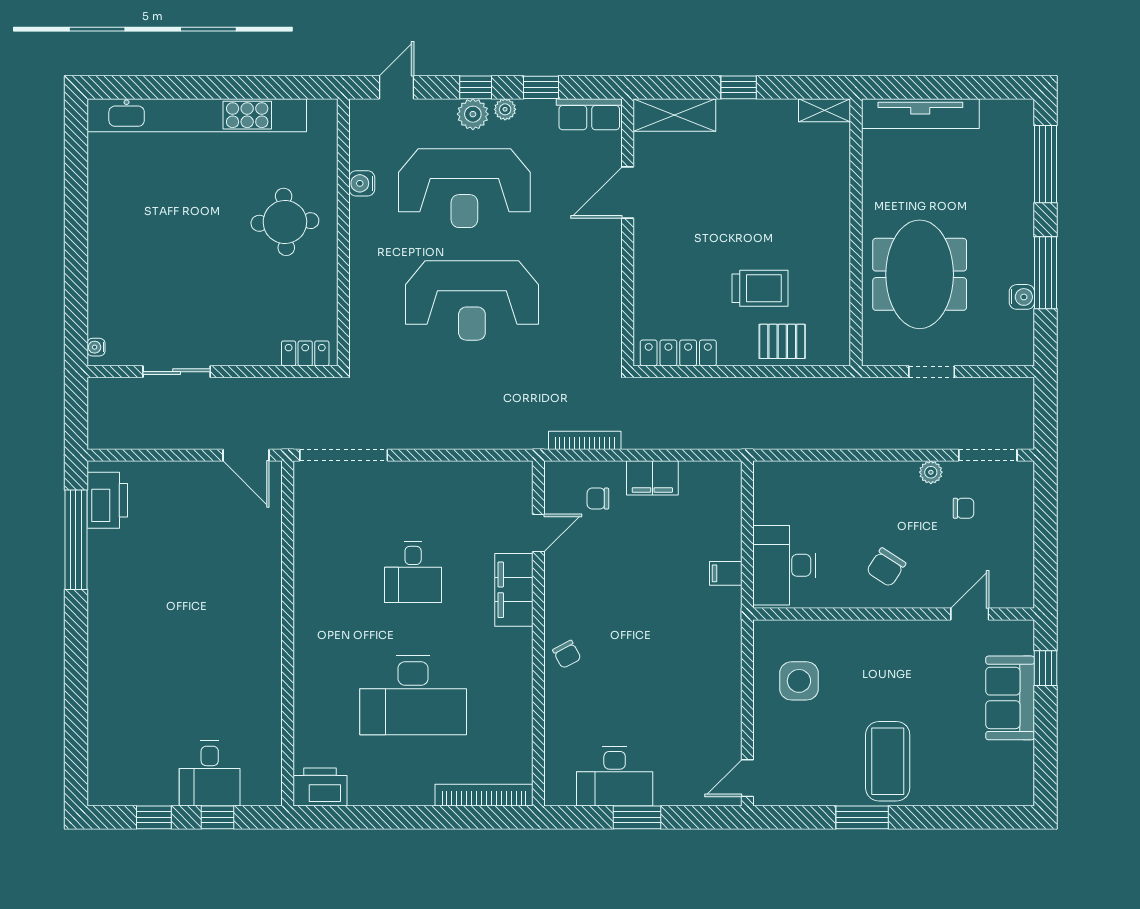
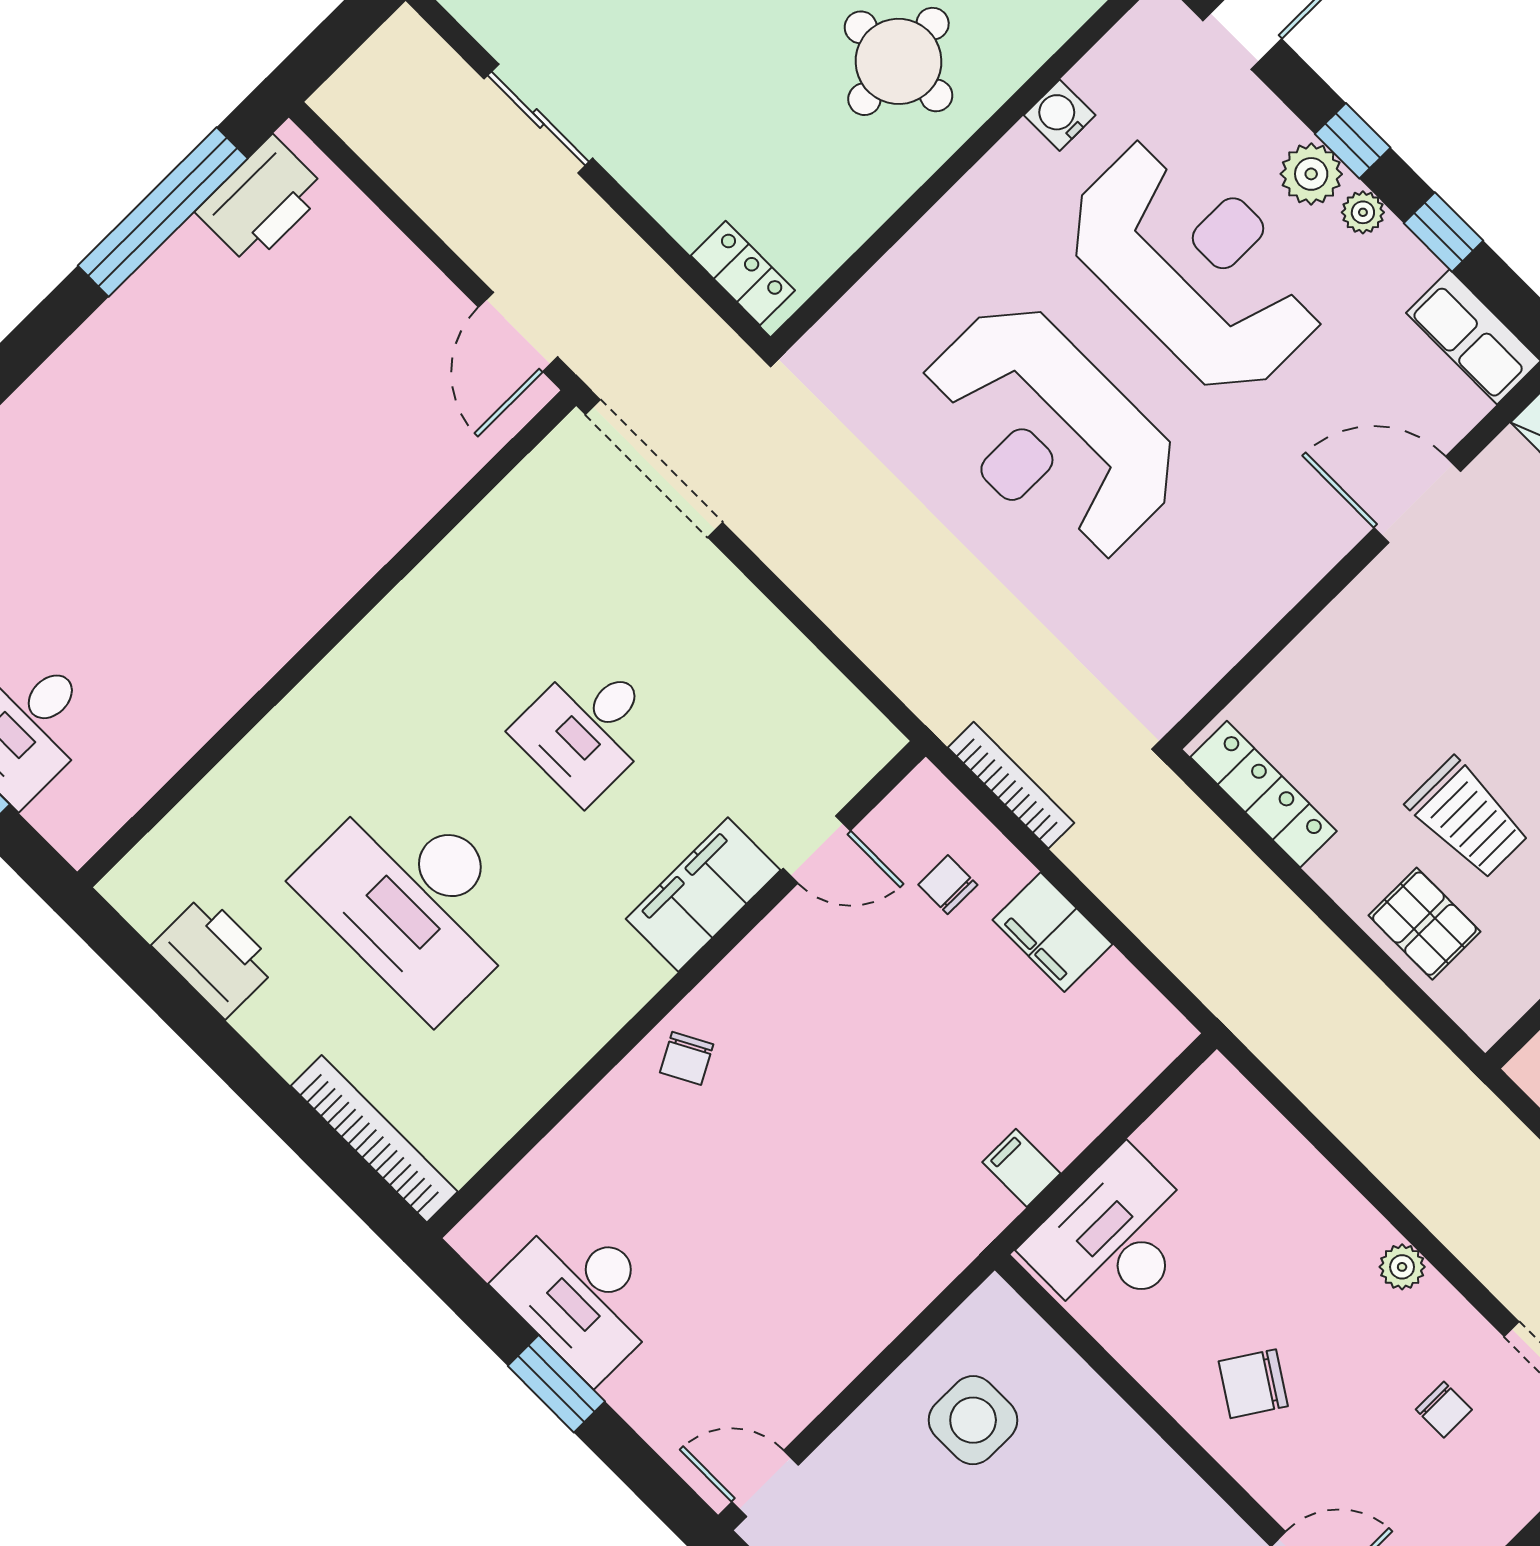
reception desk: (464, 188) -> (1196, 265), turned 180
plant: (931, 472) -> (1402, 1267), moved
printer: (320, 787) -> (215, 956), moved

